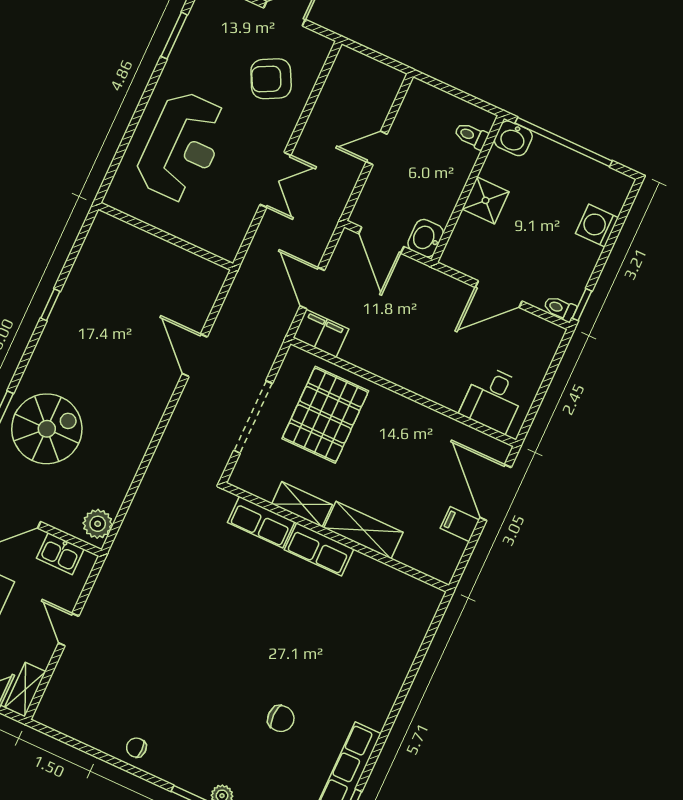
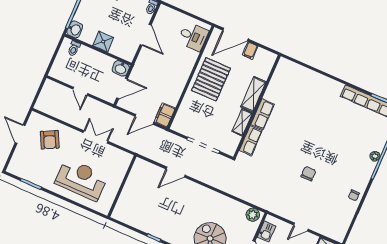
pallet: (325, 415) -> (211, 79), moved, turned 90
chair: (281, 719) -> (308, 174), moved

